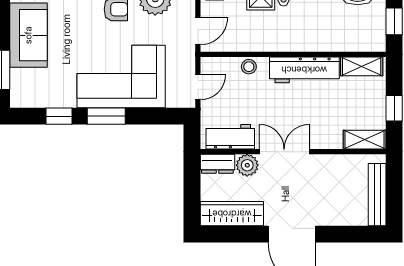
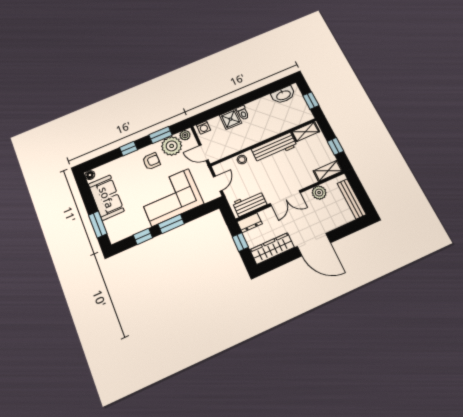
door: (198, 31) -> (204, 153), swing flipped
double door: (284, 152) -> (285, 198), swing flipped
plant: (247, 165) -> (319, 193), moved
window: (192, 185) -> (240, 242), added

